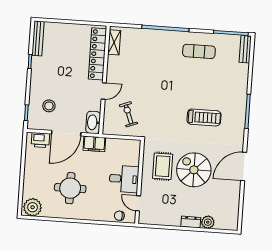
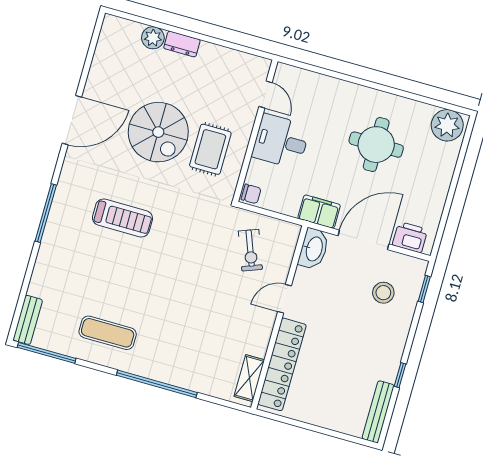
treadmill: (204, 117) -> (122, 218), turned 180
chair: (119, 216) -> (251, 194), moved

